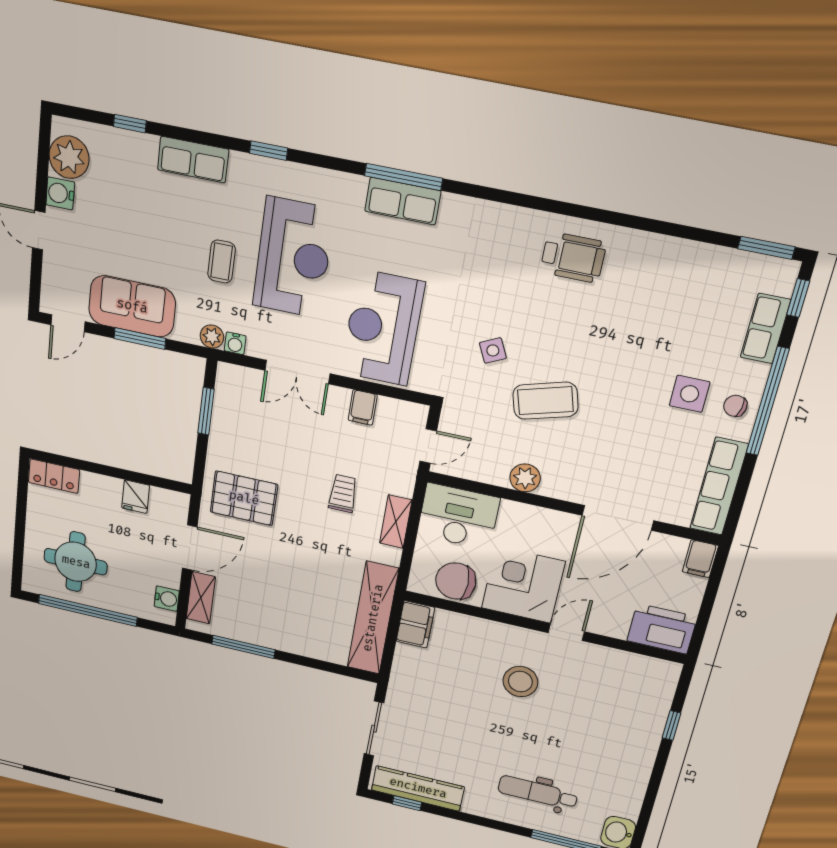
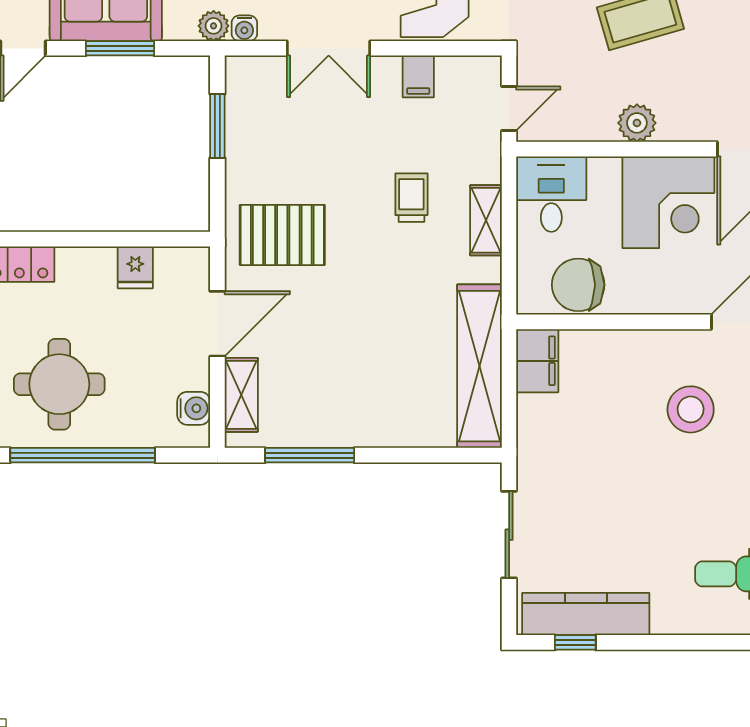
desk: (458, 516) -> (551, 194), width x0.73
corner desk: (523, 585) -> (668, 202), moved, turned 180

